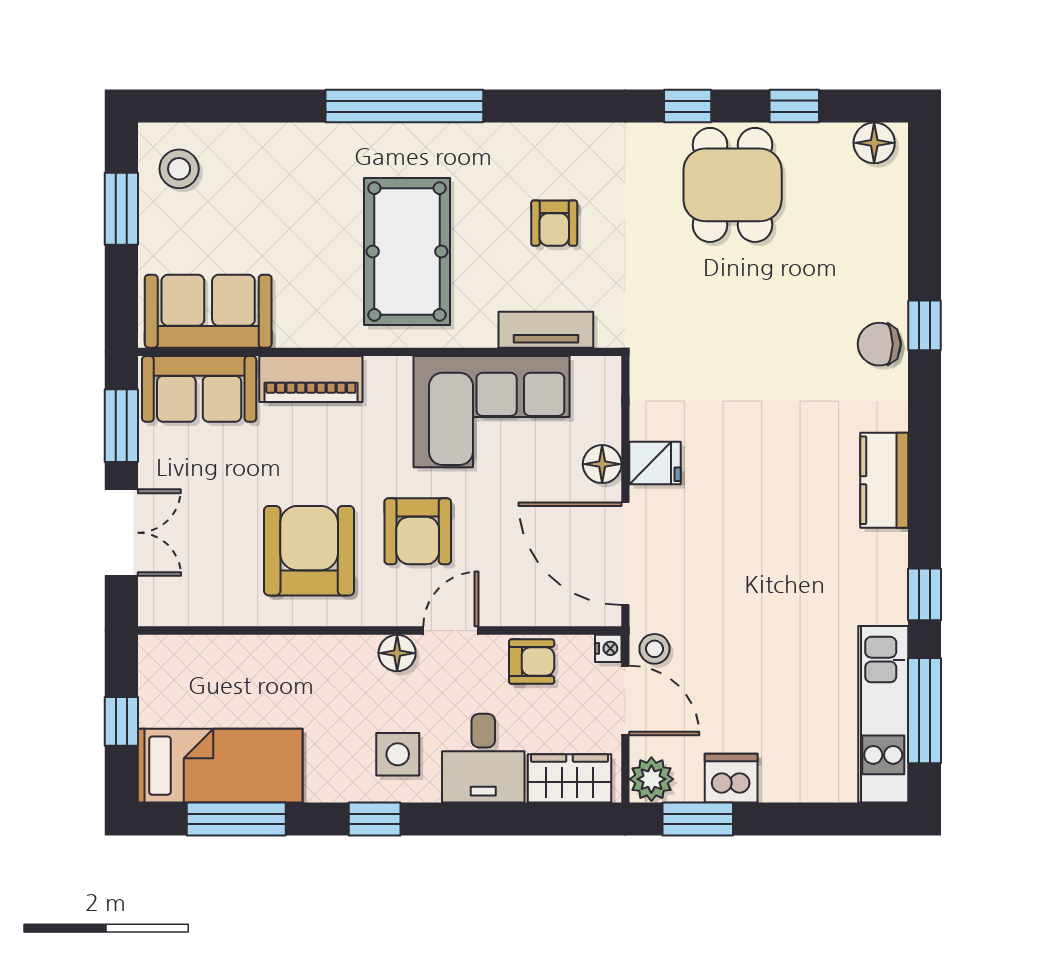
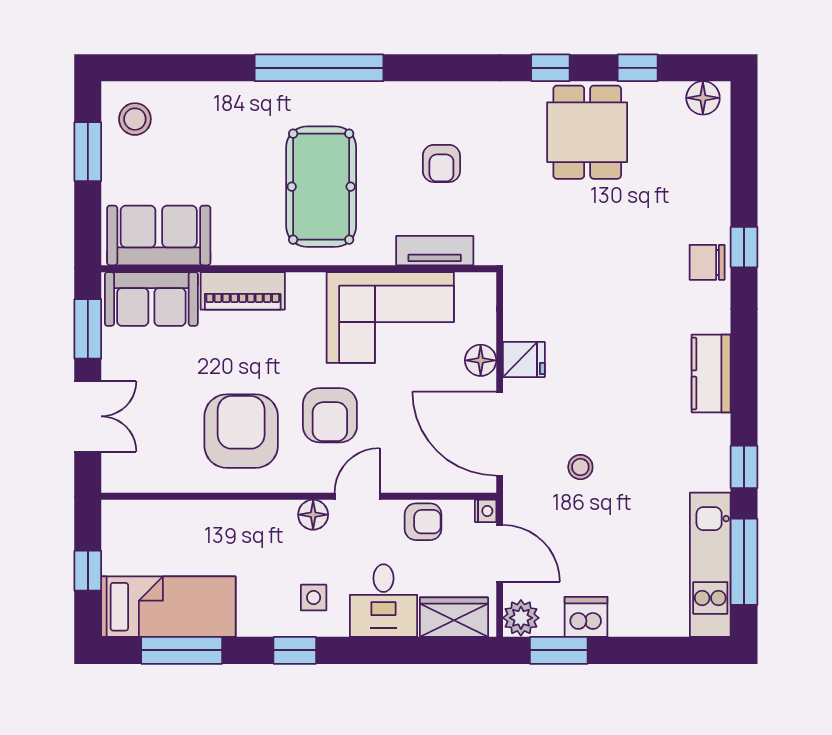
stool: (654, 649) -> (580, 467), moved
side table: (398, 754) -> (314, 597), width x0.73, depth x0.73

